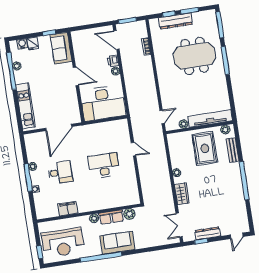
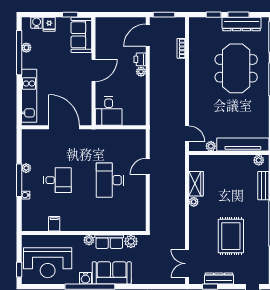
dresser: (176, 21) -> (242, 24), moved
door: (116, 40) -> (148, 35), hinge flipped
meeting table: (195, 56) -> (236, 68), turned 90
door: (76, 76) -> (94, 70), hinge flipped
desk: (103, 103) -> (109, 111), width x0.53, depth x0.77
door: (162, 117) -> (187, 134), hinge flipped
door: (59, 127) -> (64, 127), swing flipped
rug: (205, 148) -> (231, 236), moved
door: (134, 149) -> (148, 166), swing flipped
desk: (104, 166) -> (110, 180), turned -90
wardrobe: (182, 194) -> (196, 184), moved
filing cabinet: (68, 209) -> (54, 224), width x0.50
water cooler: (96, 251) -> (85, 278), added

